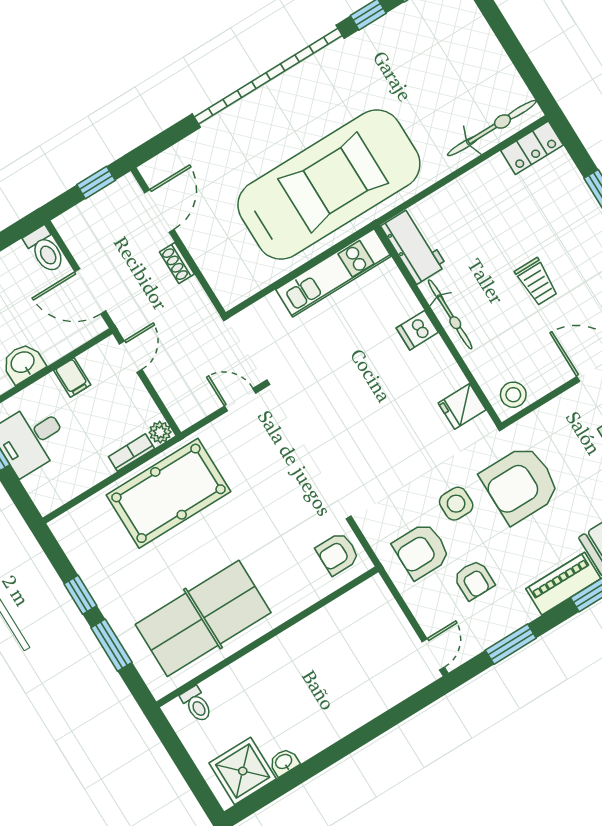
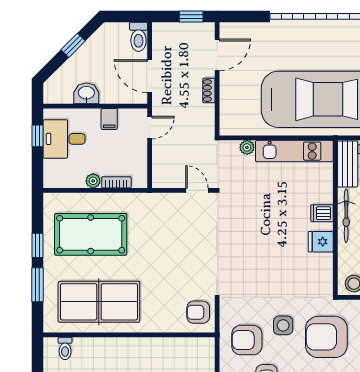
plant: (270, 305) -> (247, 147), added
fridge: (462, 406) -> (321, 242), moved
plant: (160, 432) -> (93, 181), moved
pool table: (168, 493) -> (91, 234), moved

